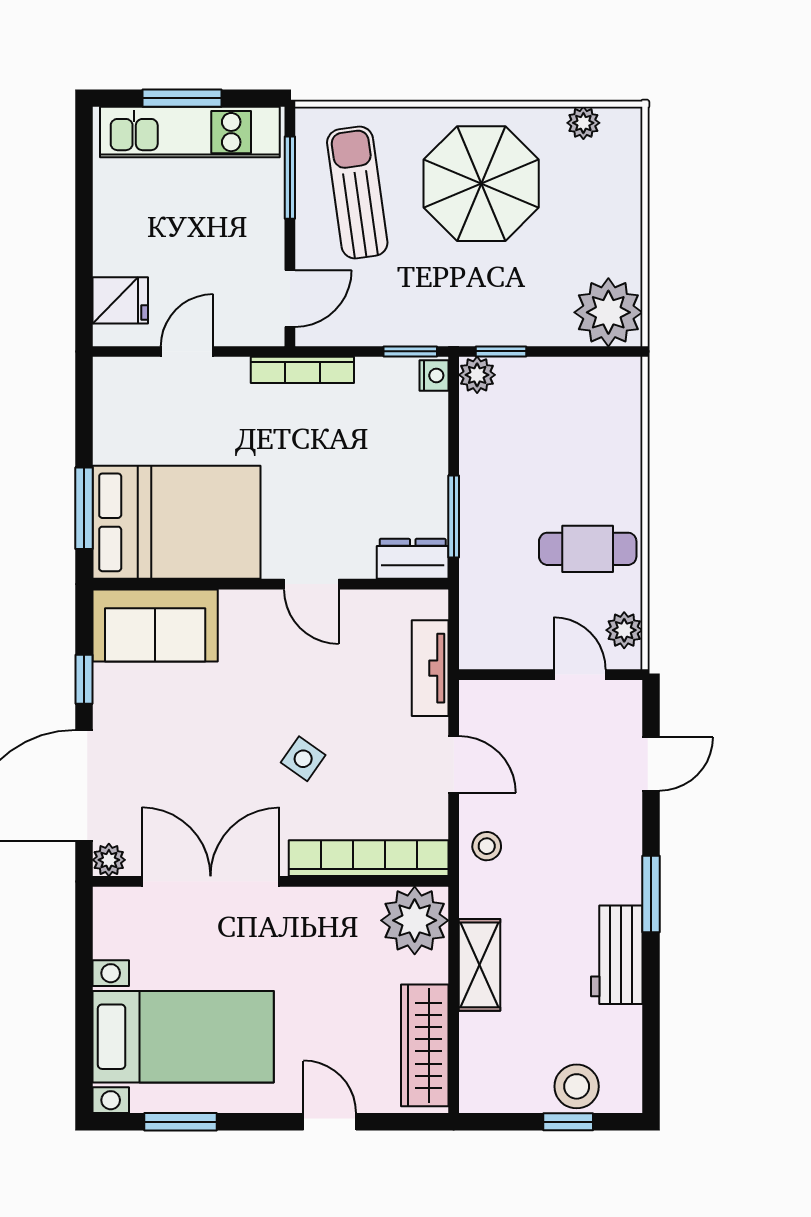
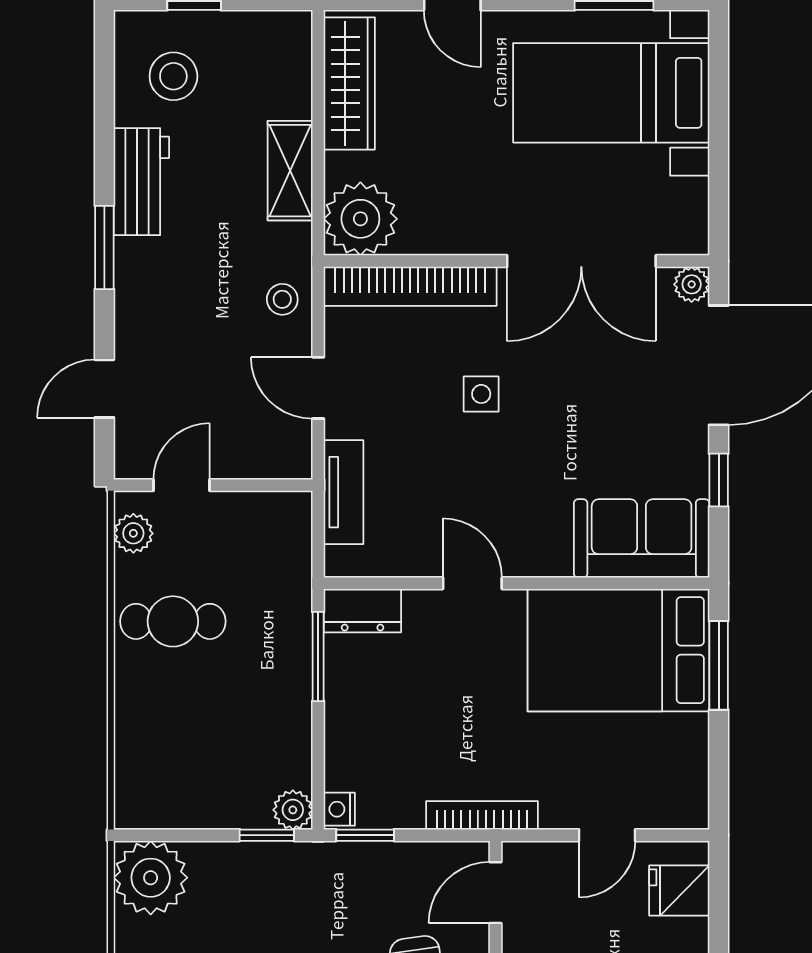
door: (580, 675) -> (182, 485), swing flipped
side table: (303, 759) -> (481, 394), turned -35
stool: (577, 1086) -> (173, 76), moved

